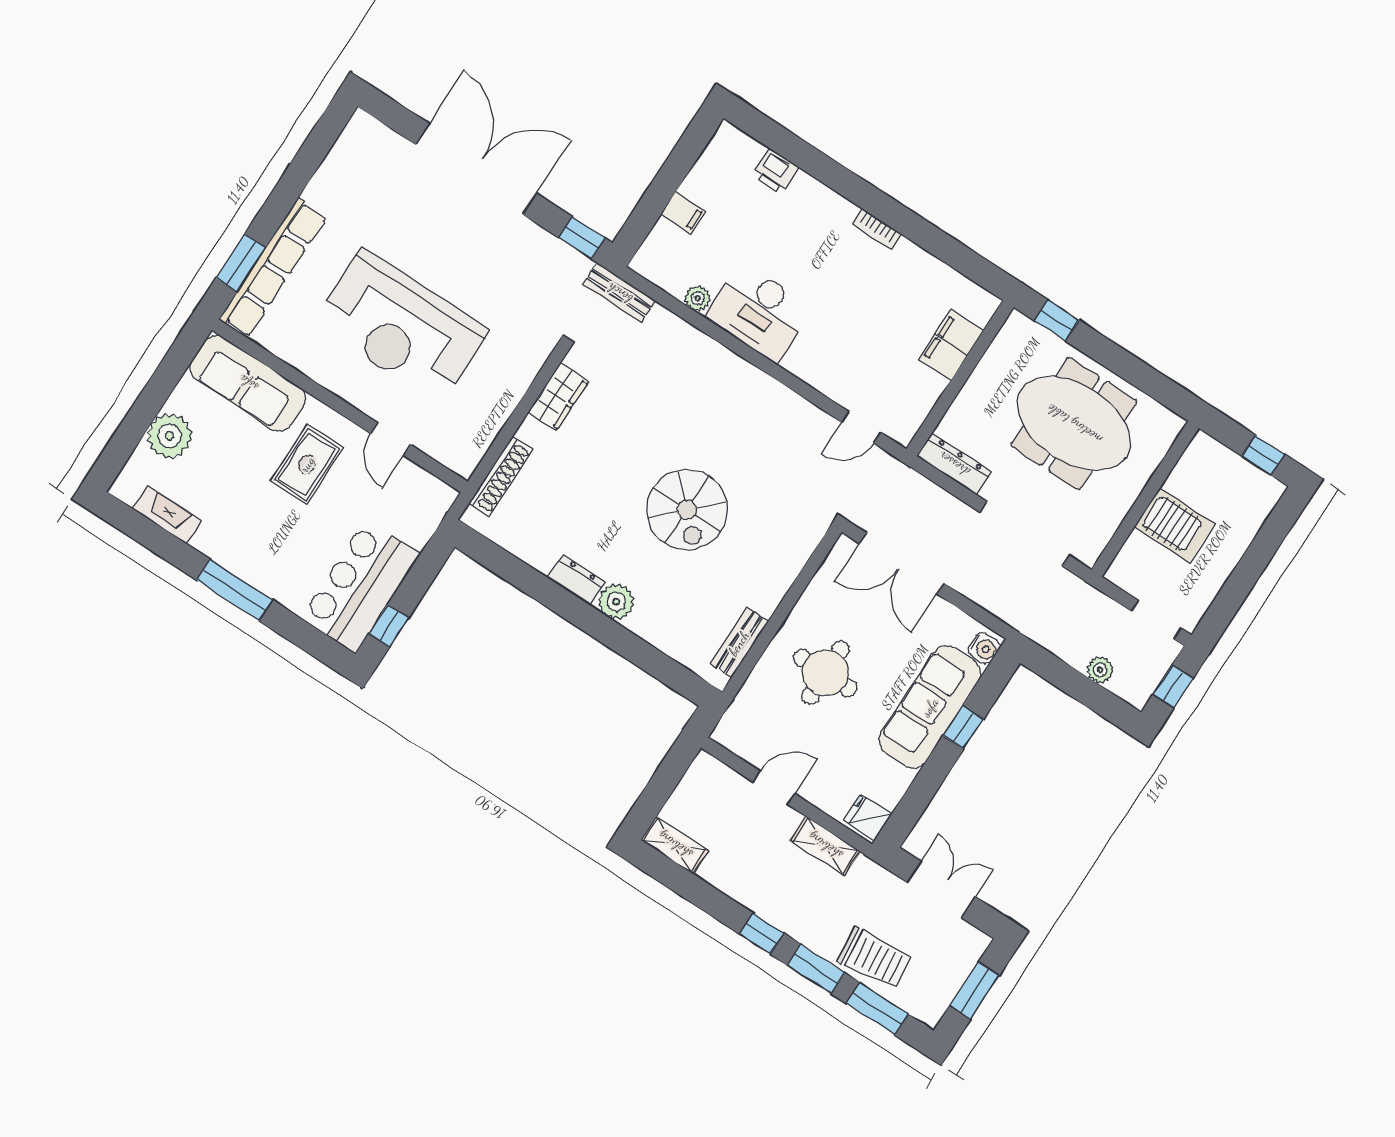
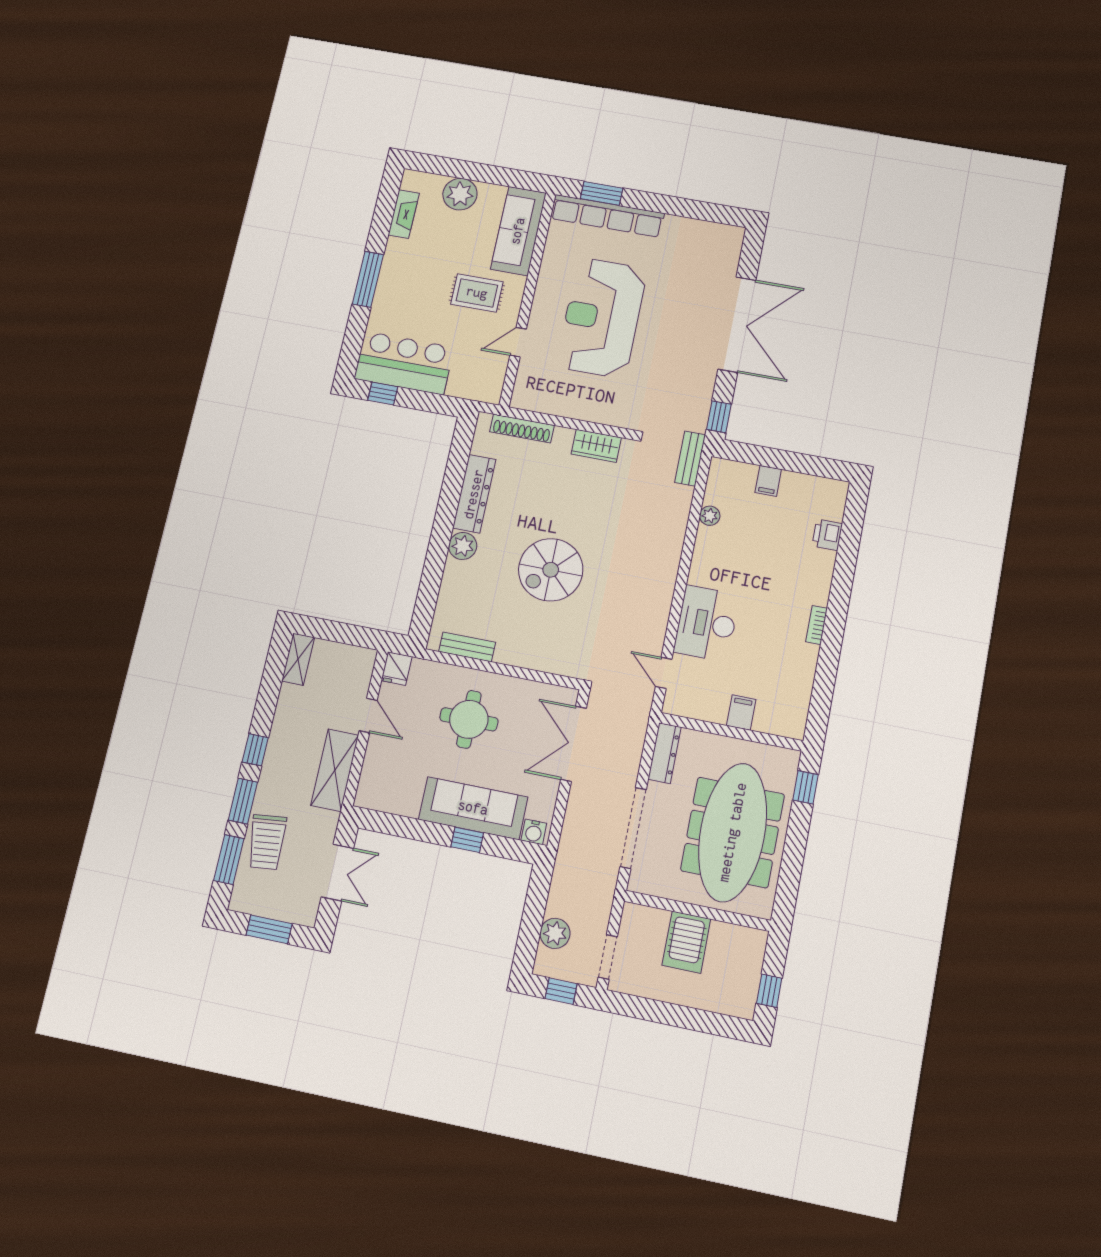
desk: (759, 312) -> (707, 623), moved
filing cabinet: (951, 345) -> (741, 713), width x0.50
meeting table: (1074, 424) -> (733, 832), width x1.36
dresser: (576, 580) -> (474, 494), width x1.96, depth x1.24
plant: (1100, 670) -> (555, 933), width x1.38, depth x1.38
fridge: (868, 817) -> (397, 669), moved, turned 180
shelving: (825, 846) -> (335, 770), width x1.50, depth x1.33

